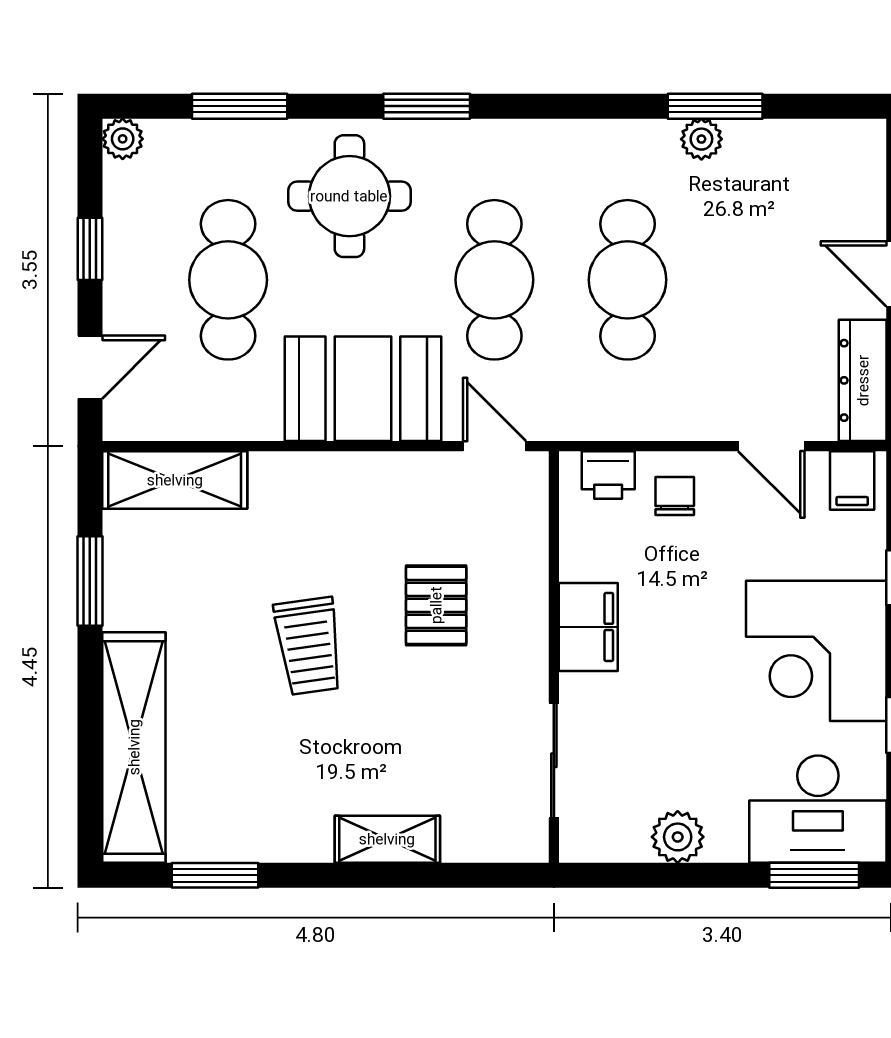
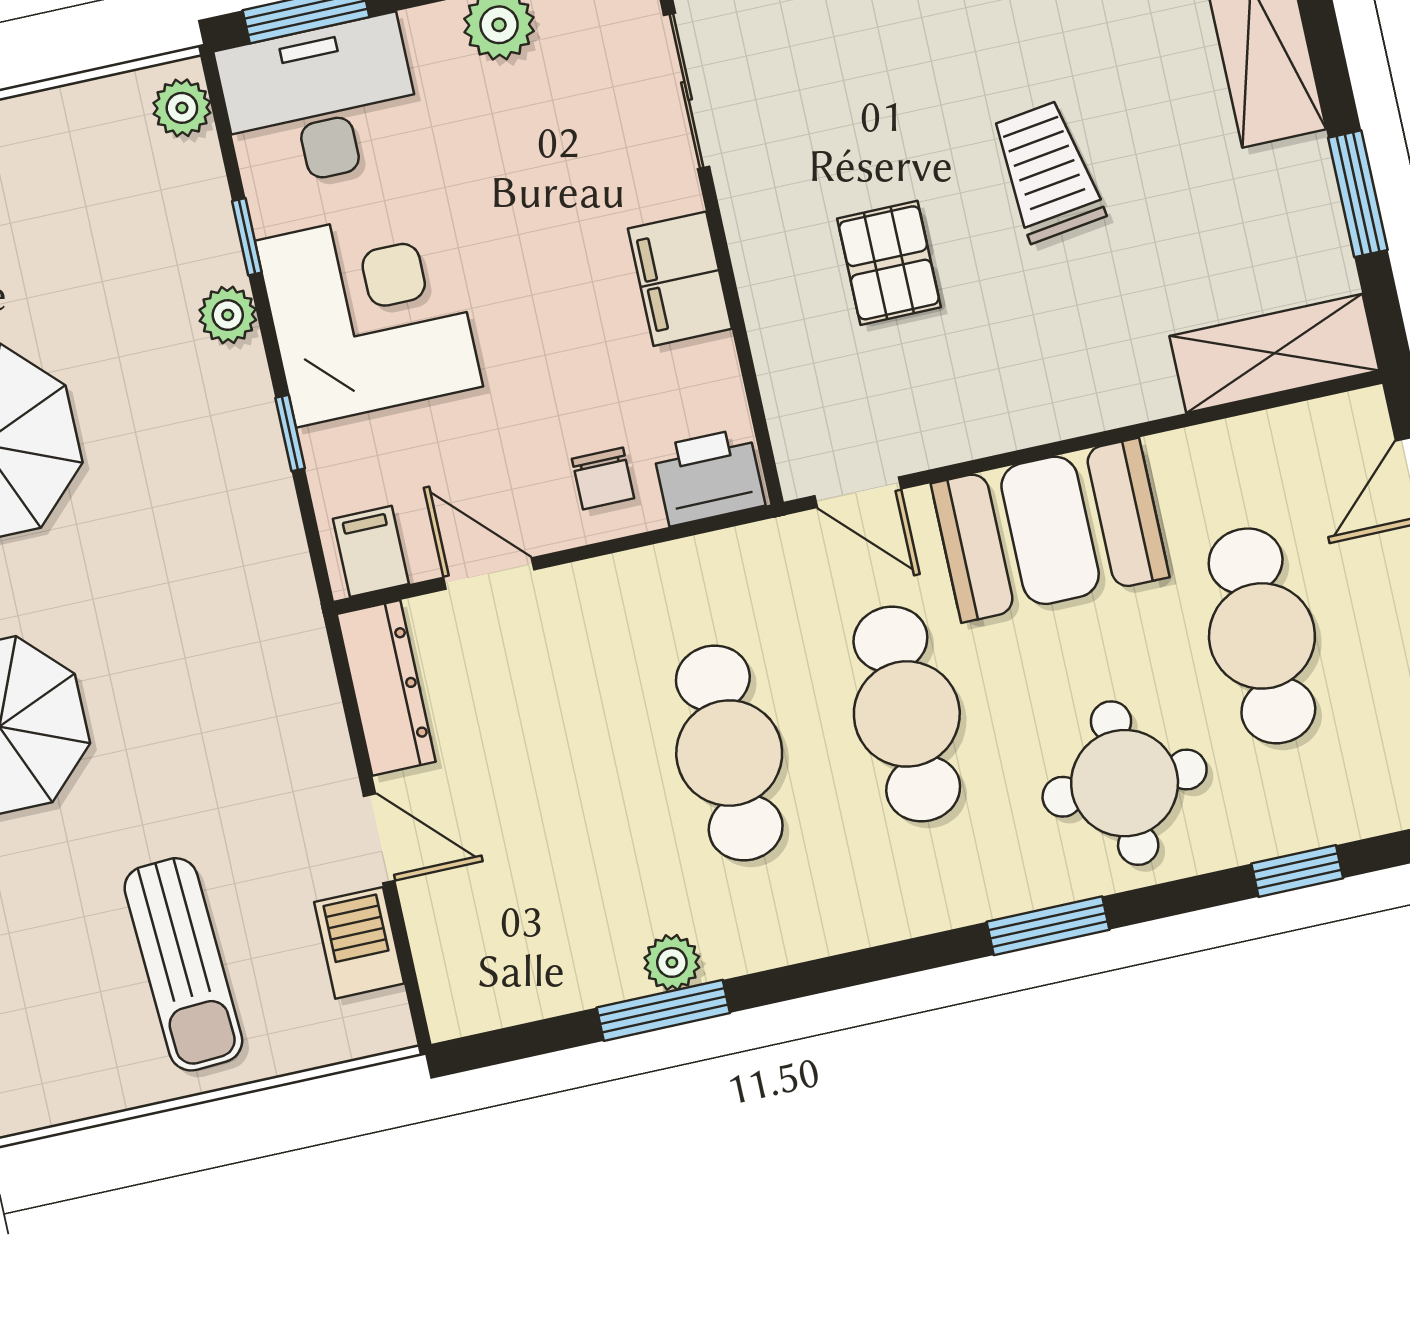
window: (240, 106) -> (1297, 871), width x0.67
printer: (608, 475) -> (709, 477), width x1.36, depth x1.24

